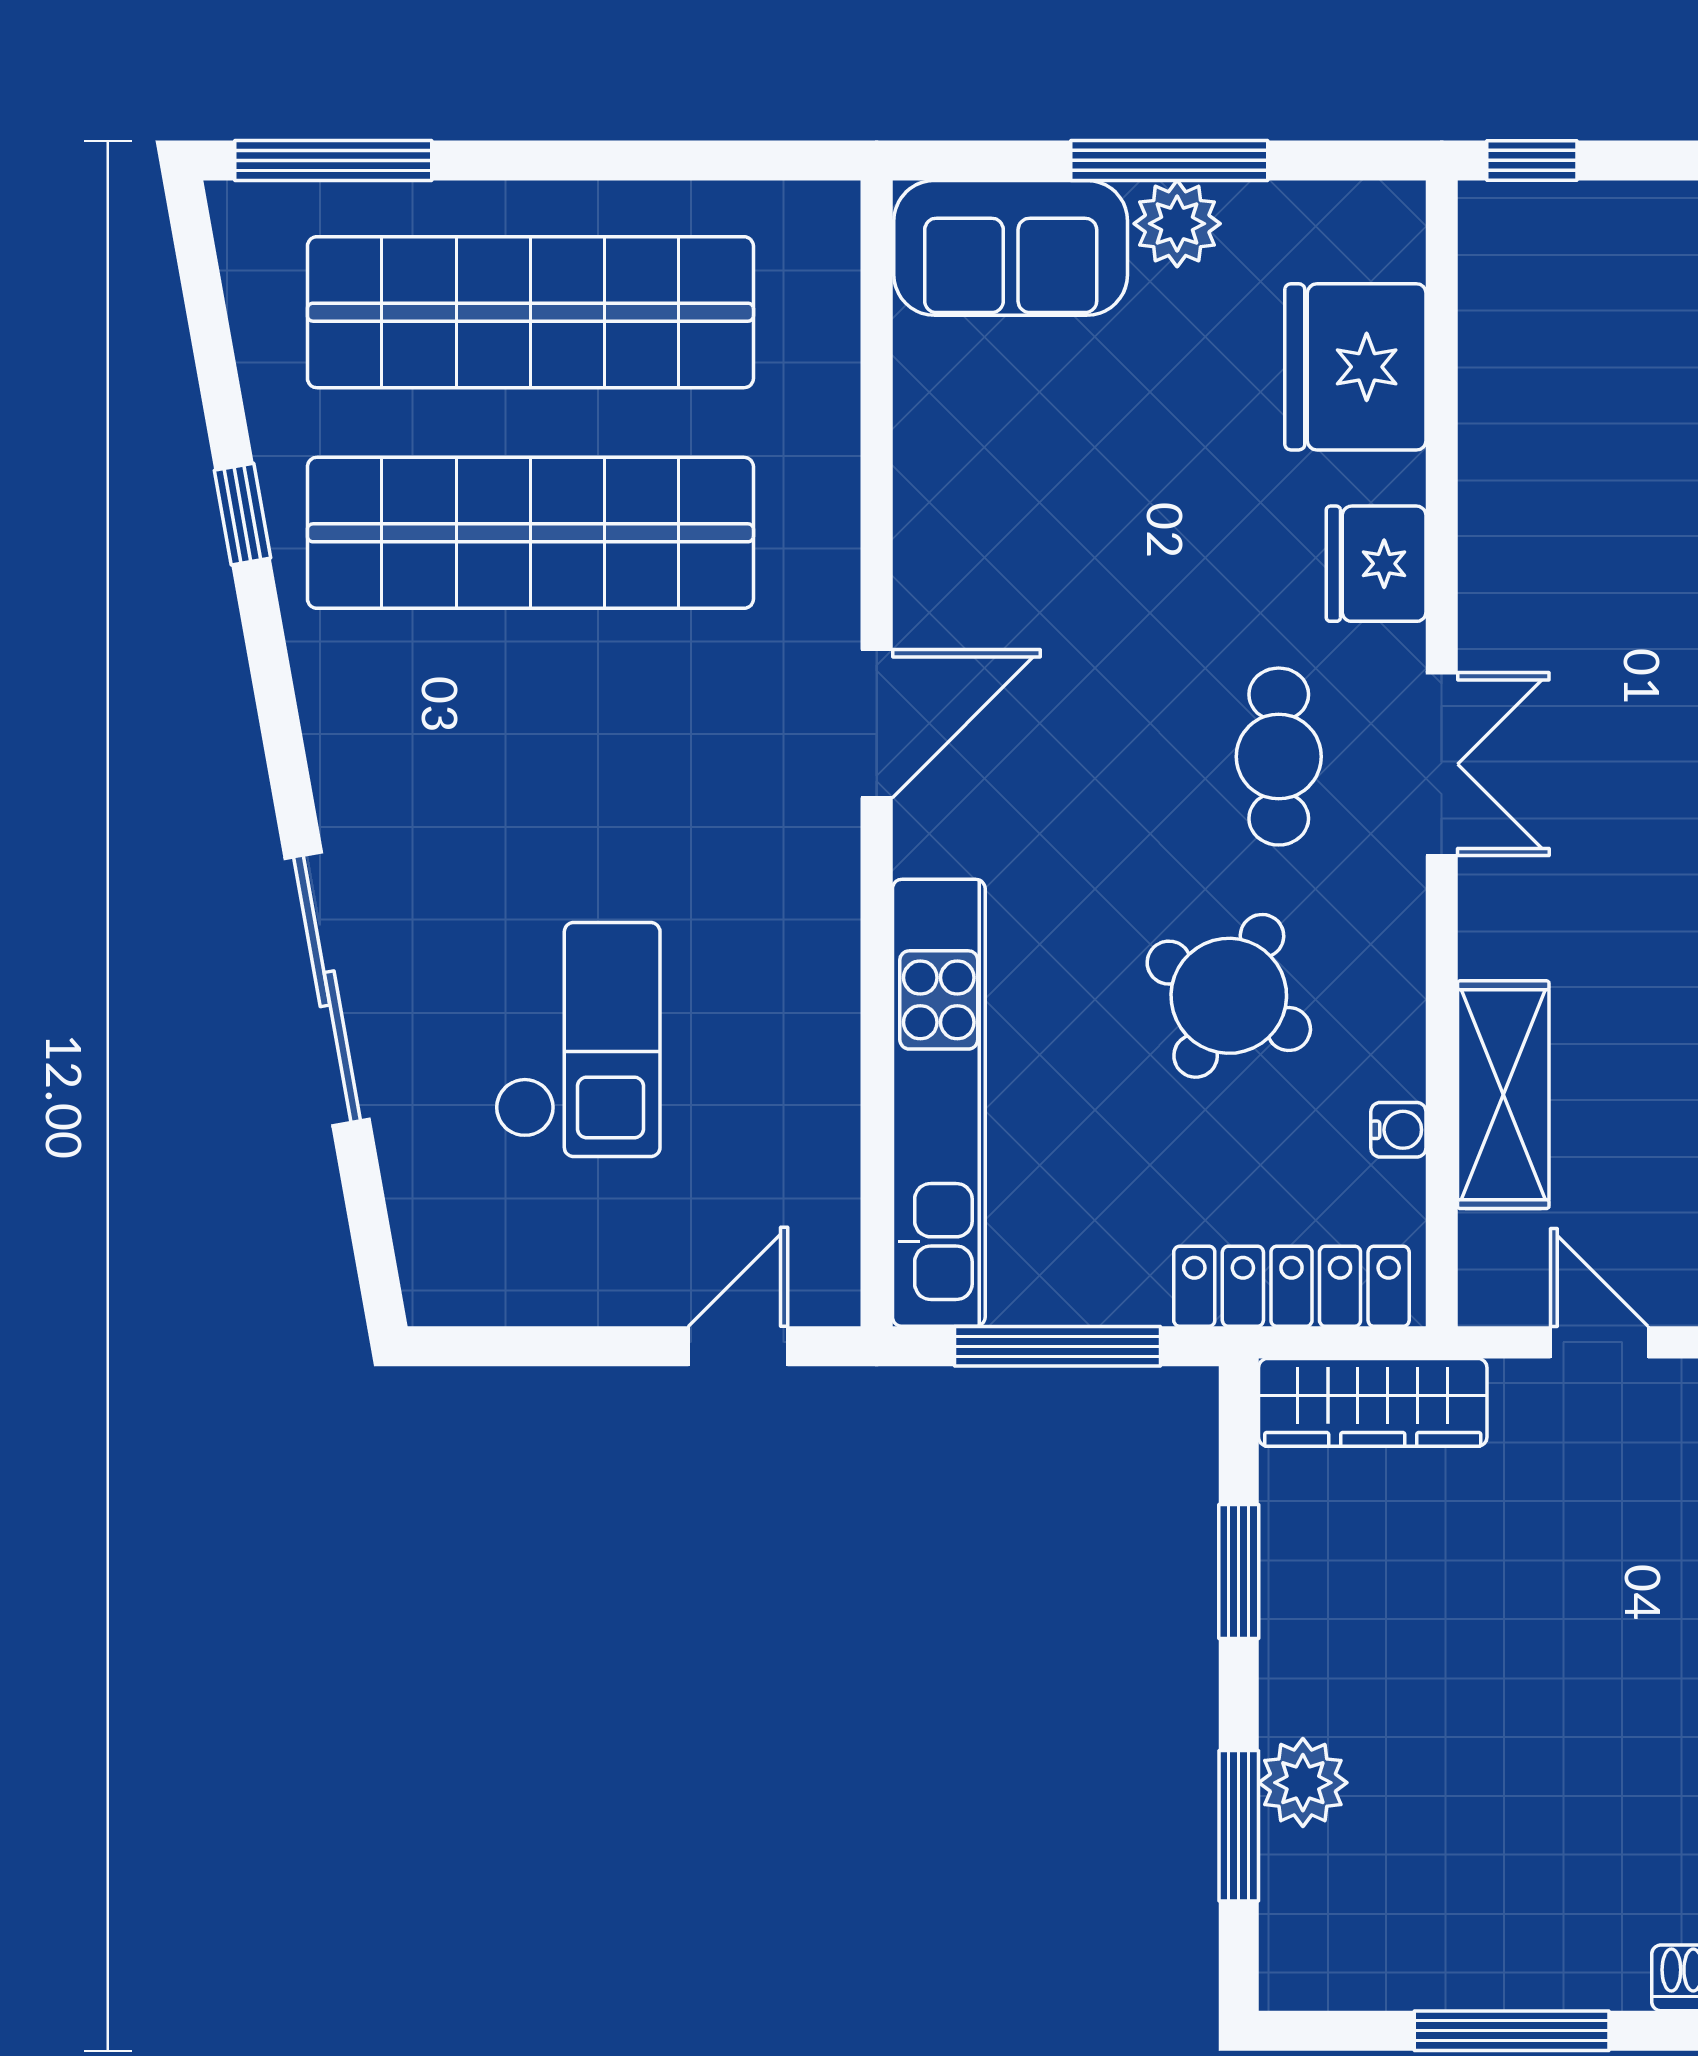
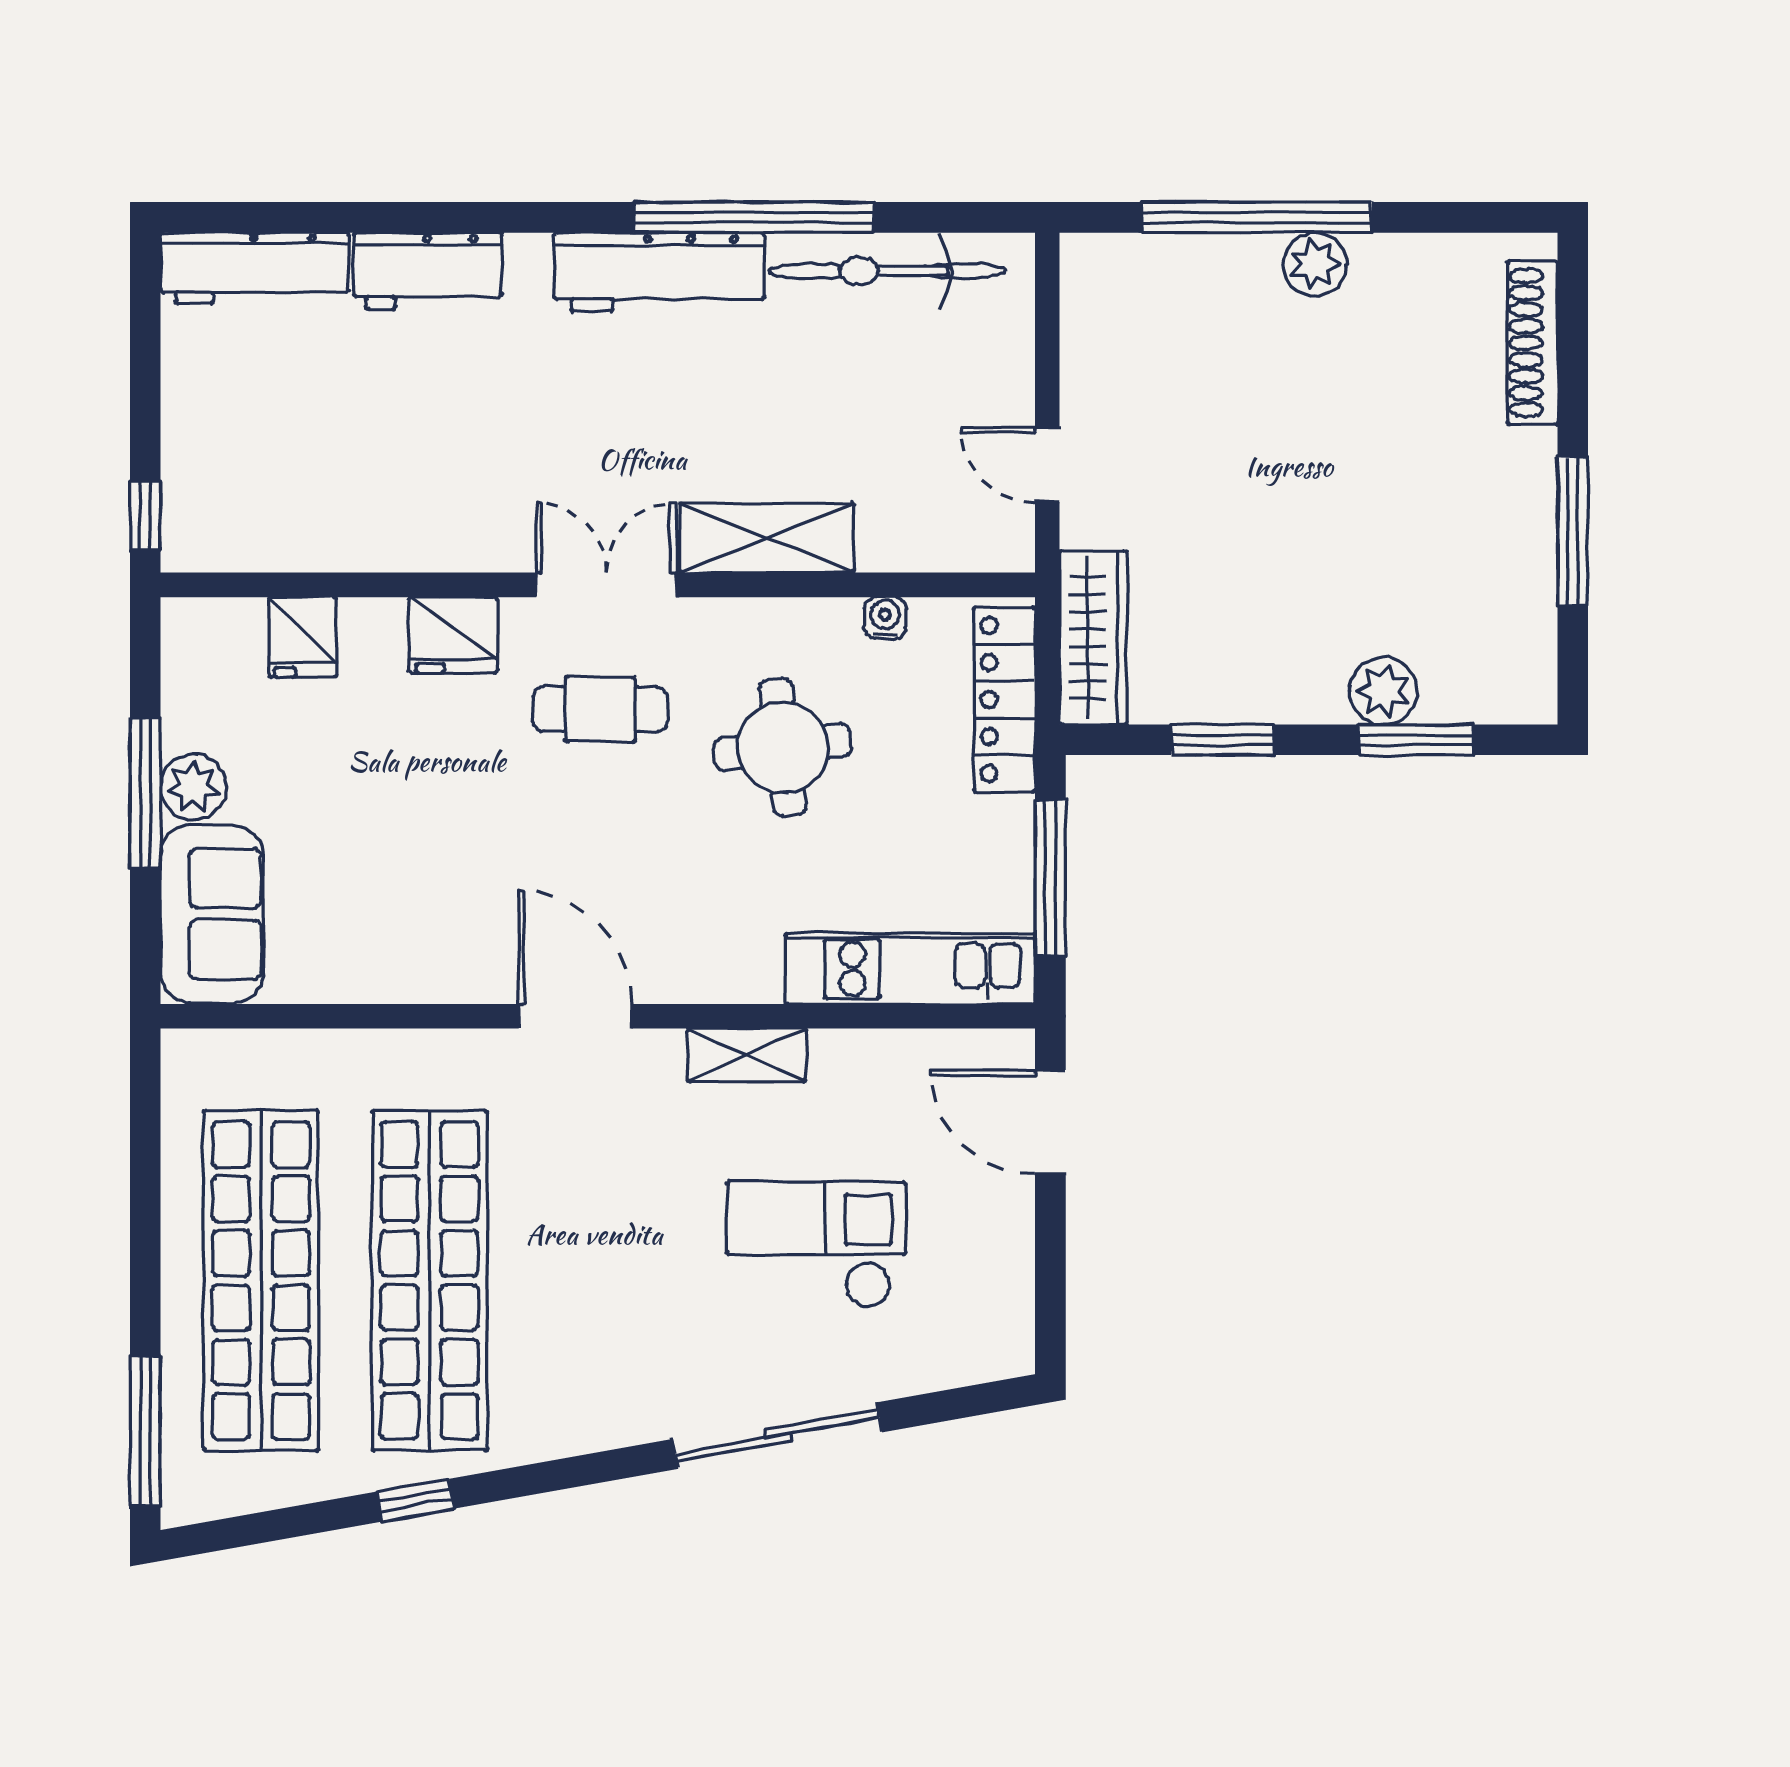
fridge: (1355, 367) -> (303, 637), width x0.53, depth x0.75
shelving: (826, 948) -> (747, 1055), added
round table: (1229, 996) -> (783, 747), turned -36
shelving: (1503, 1095) -> (767, 538), moved
kitchen unit: (939, 1103) -> (910, 969), width x0.73
door: (1599, 1342) -> (1047, 465), hinge flipped
door: (738, 1346) -> (1050, 1122), width x1.38

